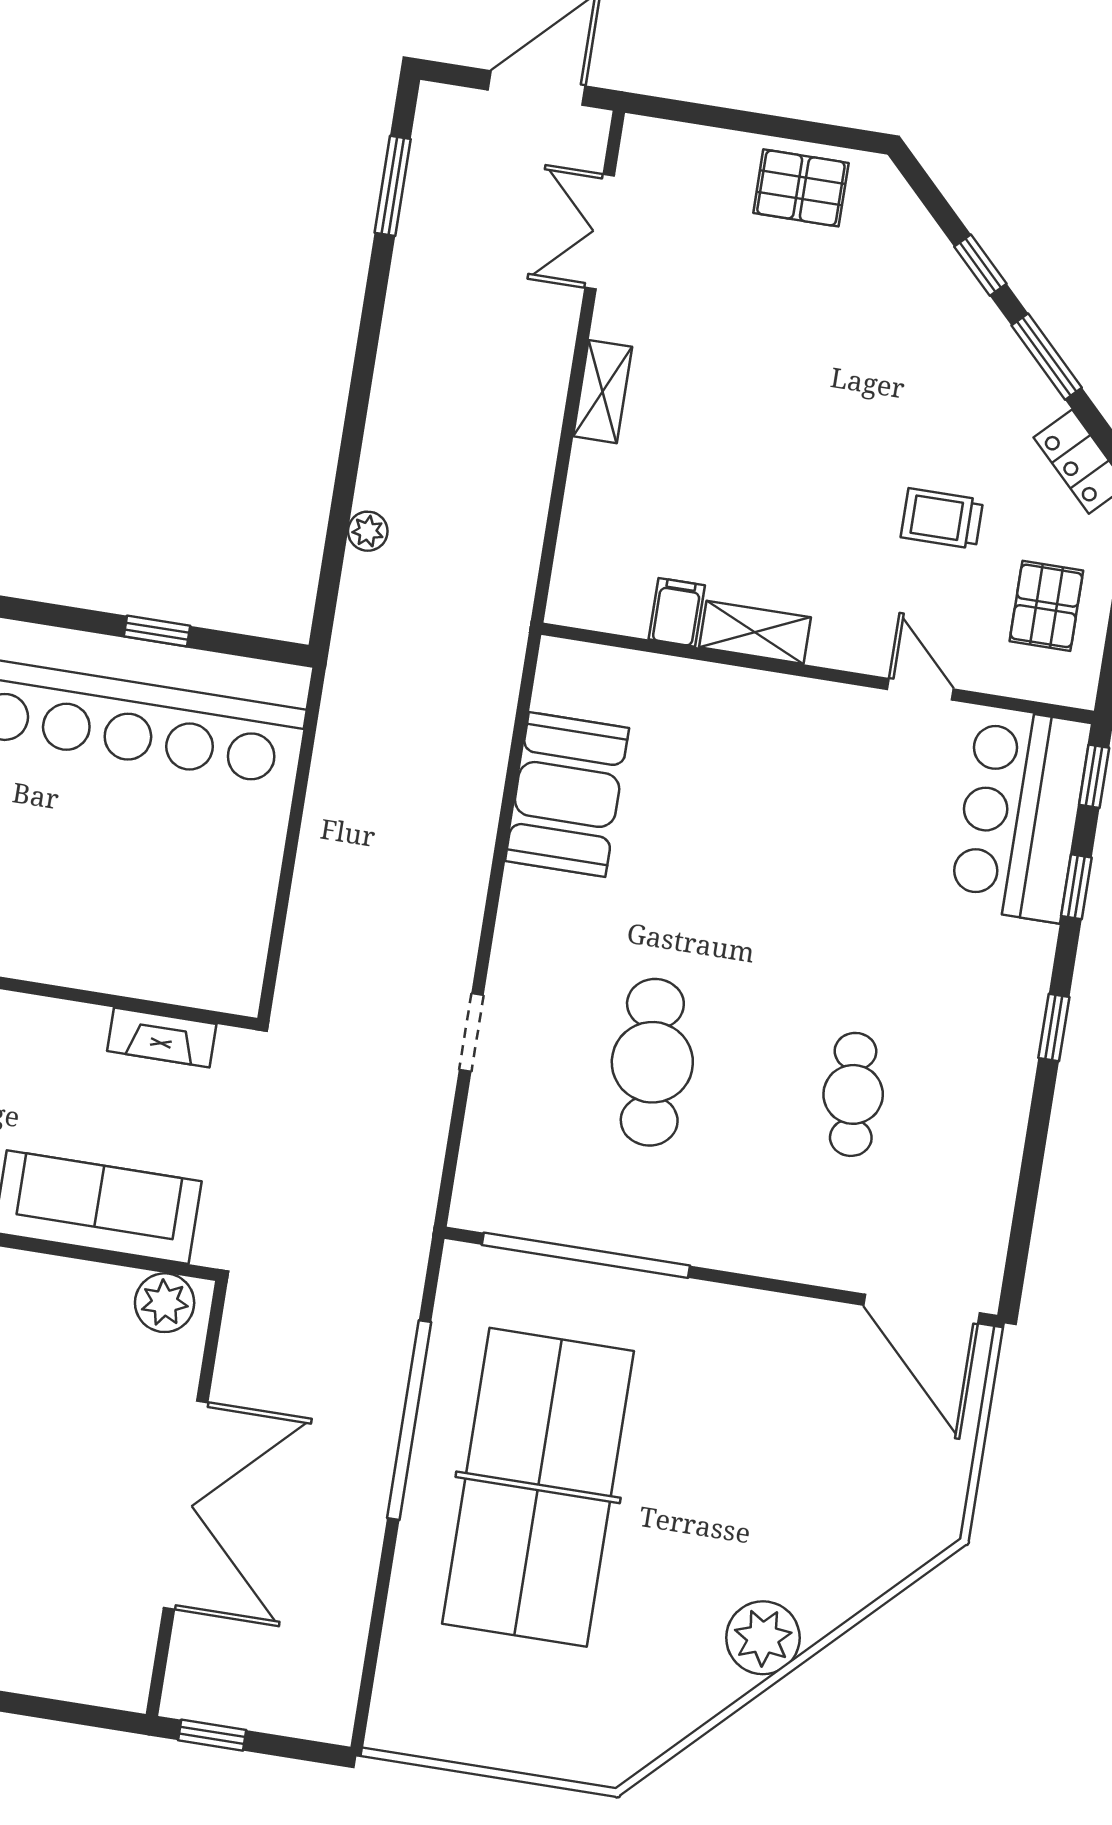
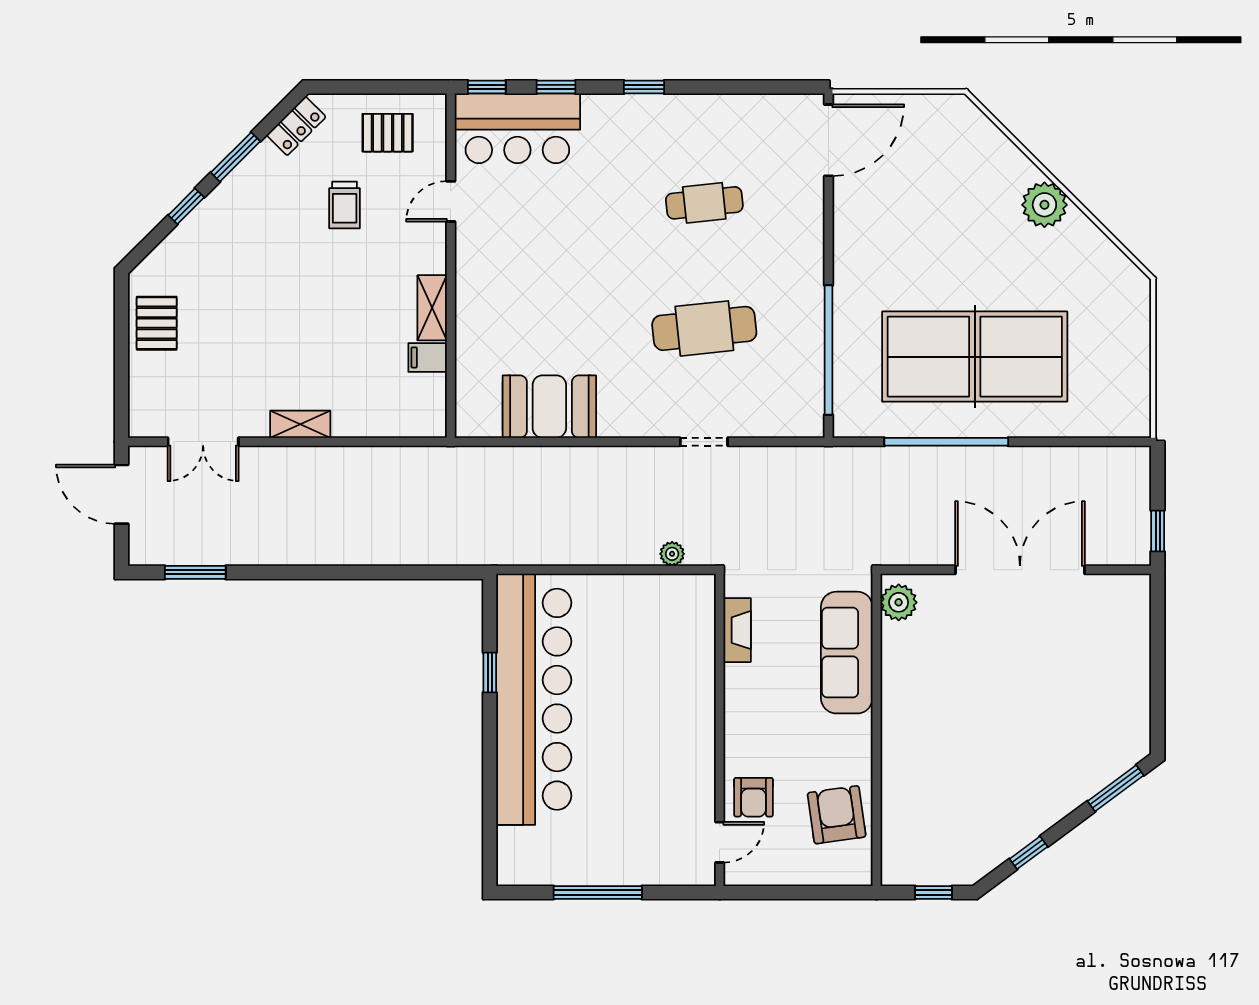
plant: (368, 531) -> (672, 554), moved

